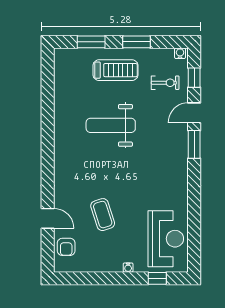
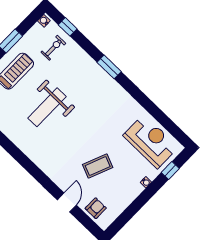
door: (194, 113) -> (89, 48), removed
coffee table: (103, 215) -> (98, 166), turned -50
door: (48, 218) -> (67, 202), hinge flipped
armchair: (66, 247) -> (96, 208), turned -90

